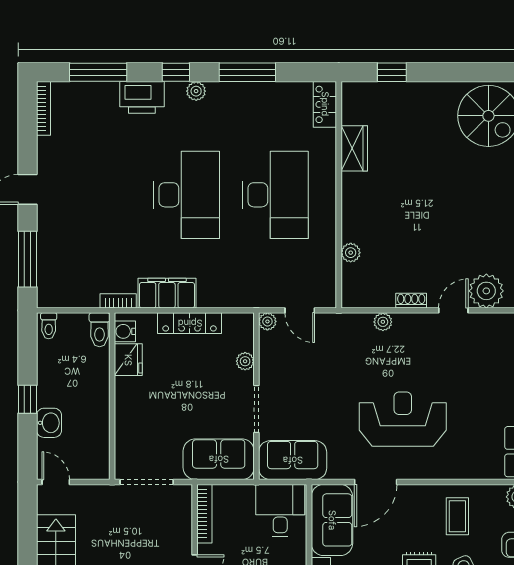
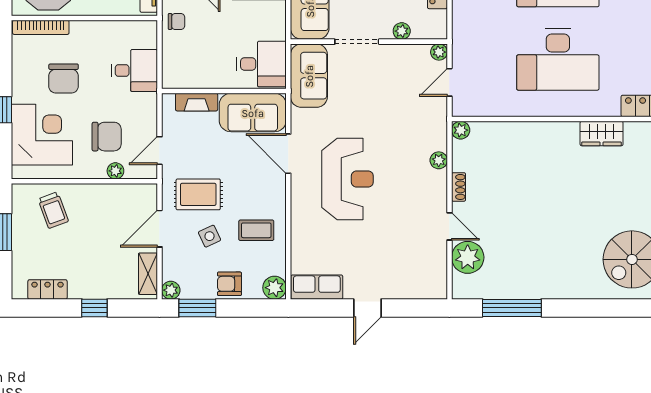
plant: (351, 253) -> (461, 130), moved

